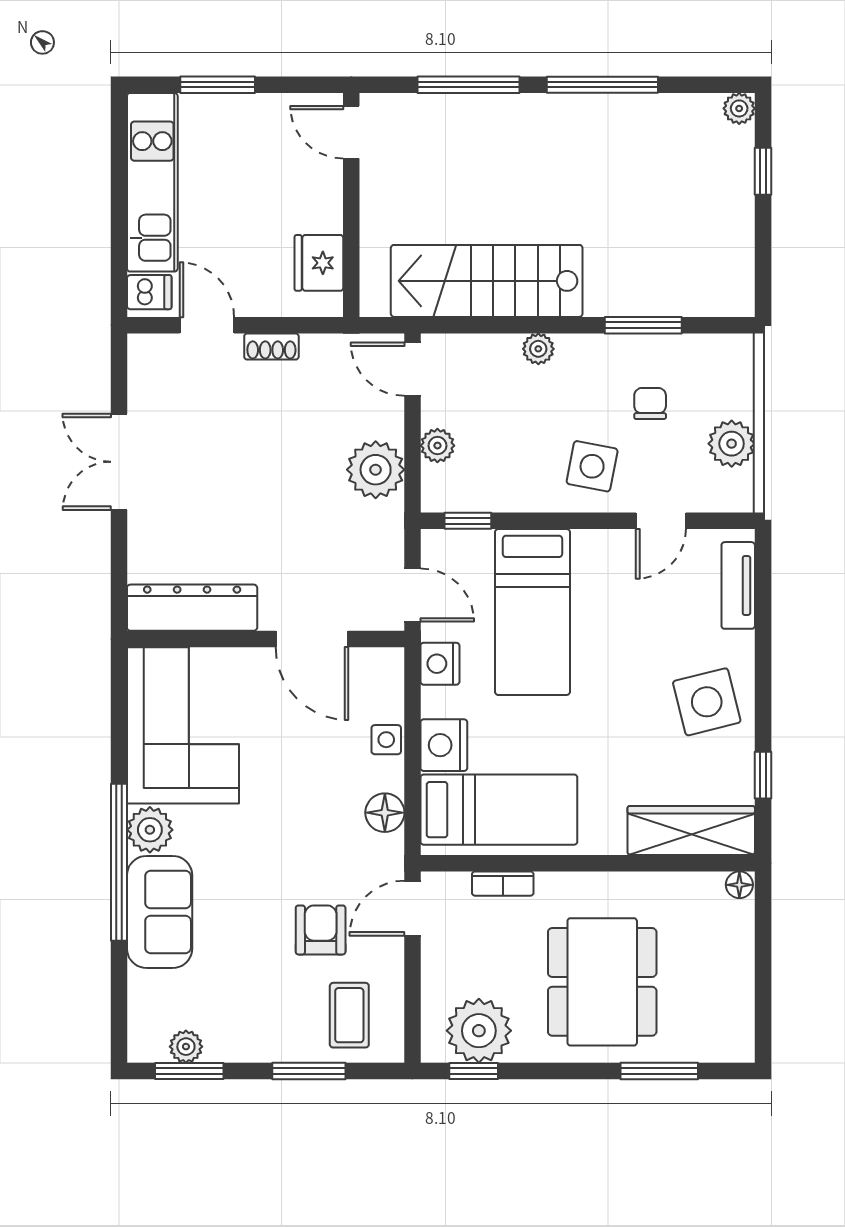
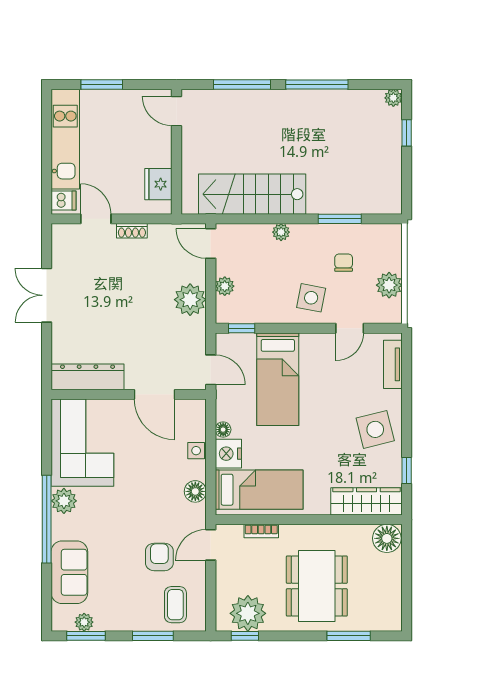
nightstand: (440, 664) -> (226, 408), removed
floor lamp: (434, 702) -> (223, 430), added
floor lamp: (739, 885) -> (387, 538), width x1.89, depth x1.89
sofa: (160, 912) -> (69, 572), moved

